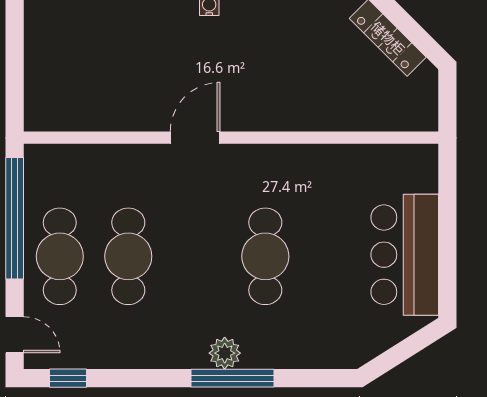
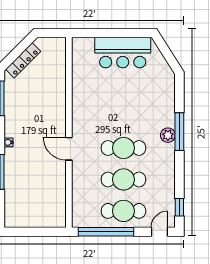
cafe table: (265, 256) -> (123, 148), moved

